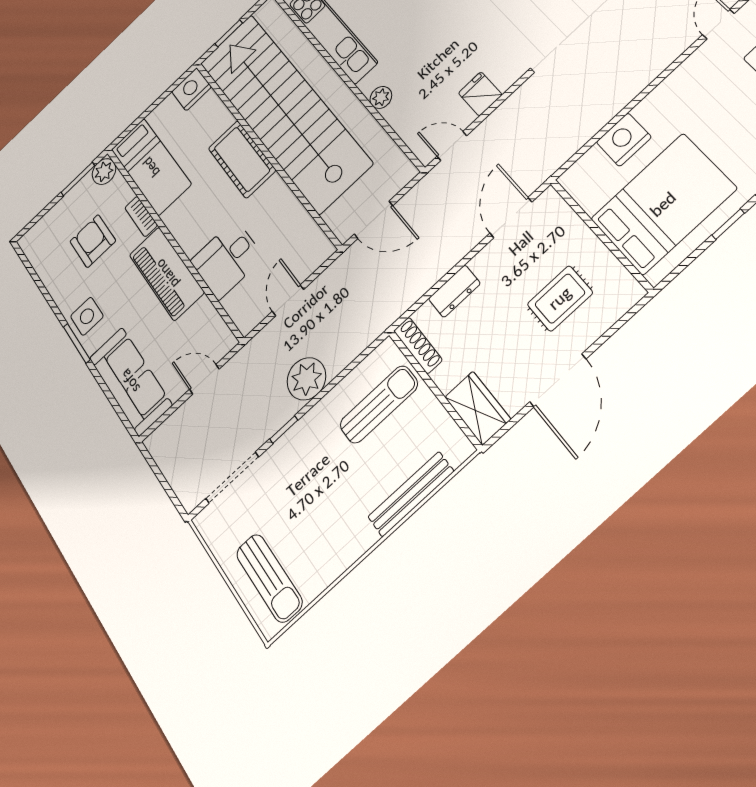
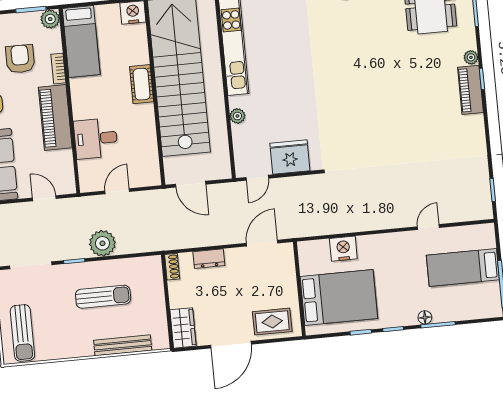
fridge: (480, 94) -> (290, 157), width x1.88, depth x1.34
door: (452, 146) -> (257, 178), swing flipped
cot: (242, 159) -> (142, 84), width x0.73, depth x0.75
rug: (560, 298) -> (272, 322), moved
shoe rack: (418, 345) -> (172, 267), width x0.70
sun lounger: (379, 404) -> (103, 297), moved

